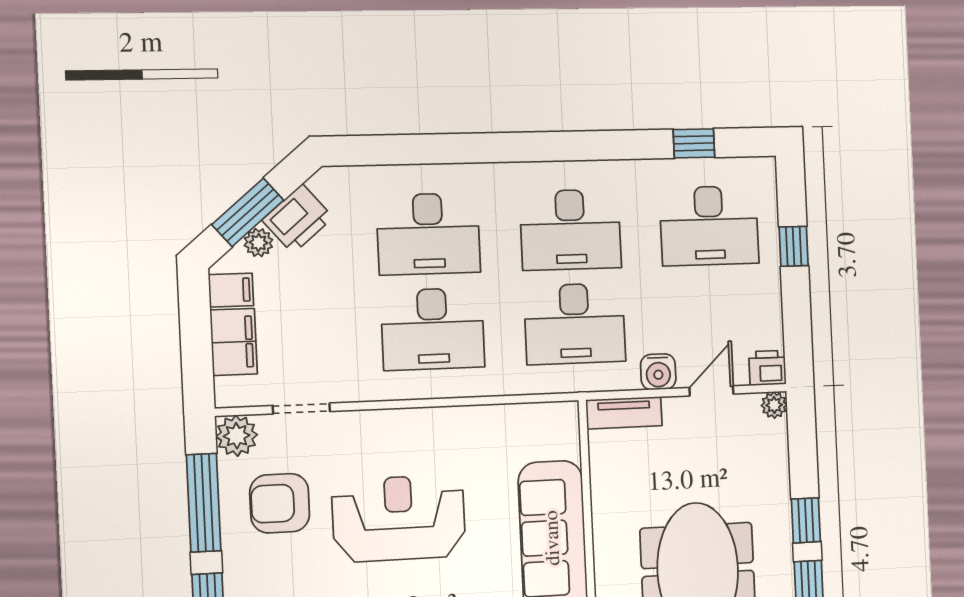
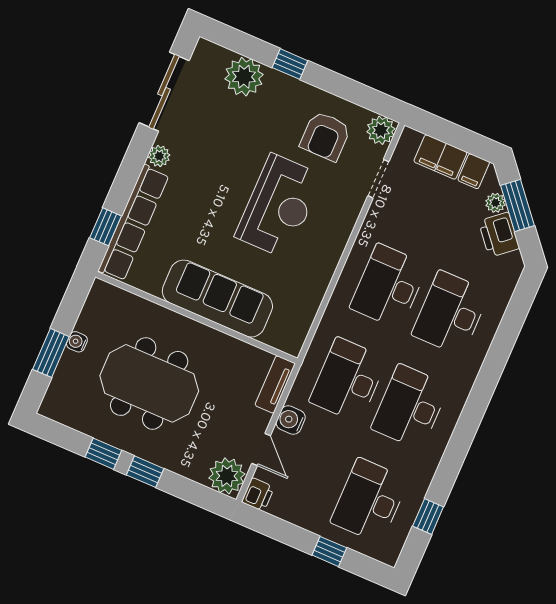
plant: (774, 405) -> (227, 476), width x1.88, depth x1.88
window: (204, 503) -> (349, 90), removed
armchair: (280, 503) -> (325, 136), turned 180

